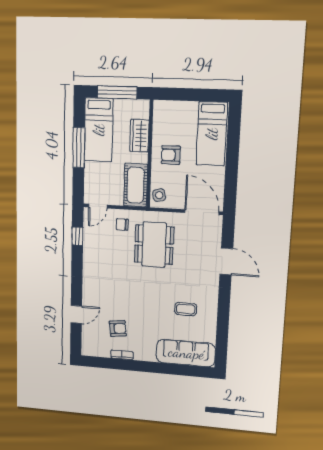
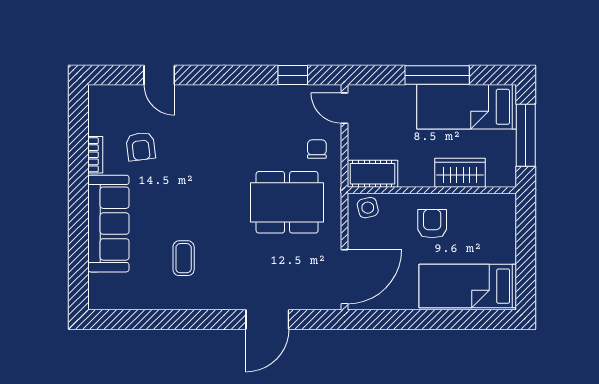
cot: (136, 185) -> (372, 174), width x0.73, depth x0.75
sofa: (186, 353) -> (108, 224), moved

